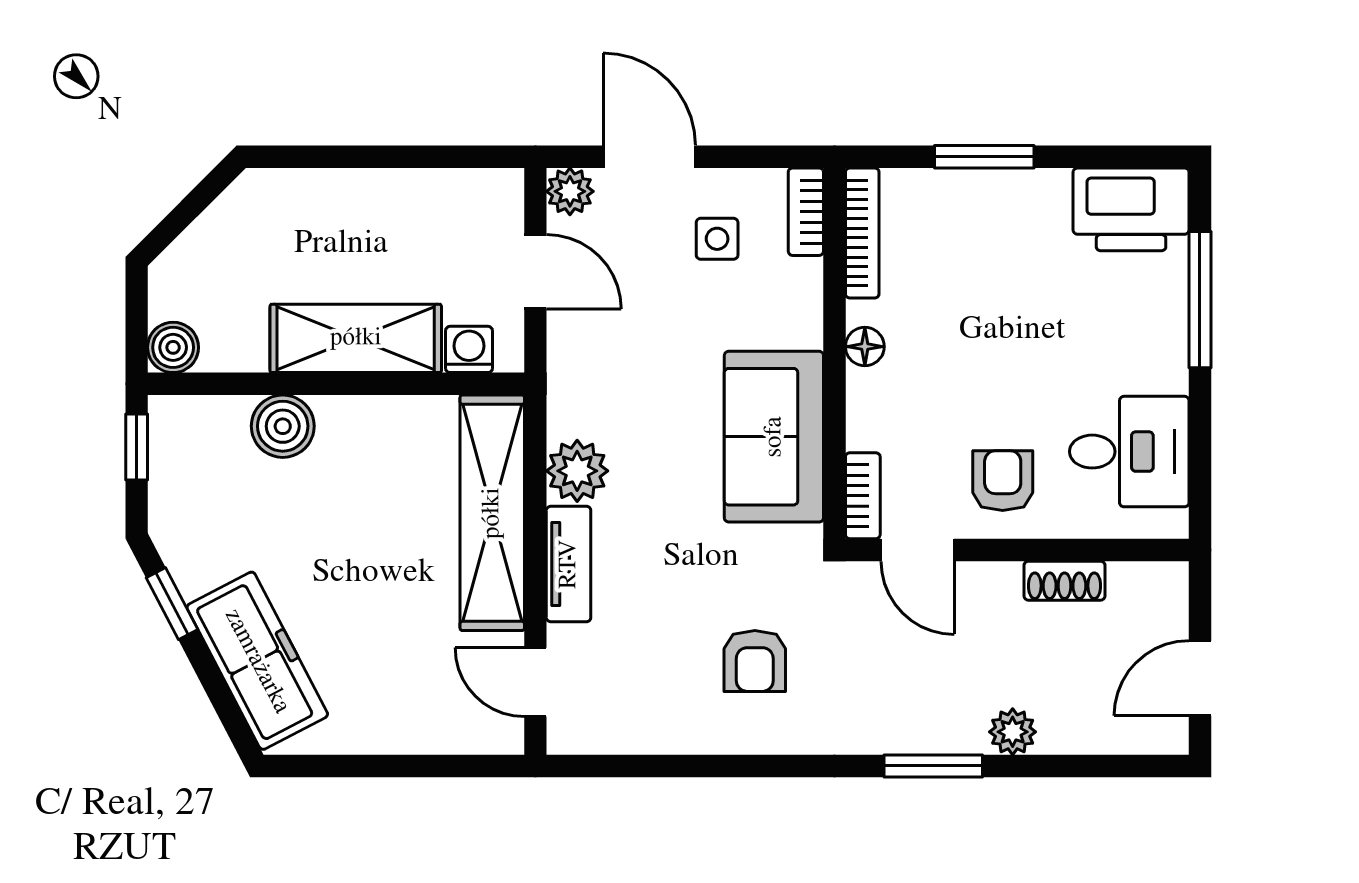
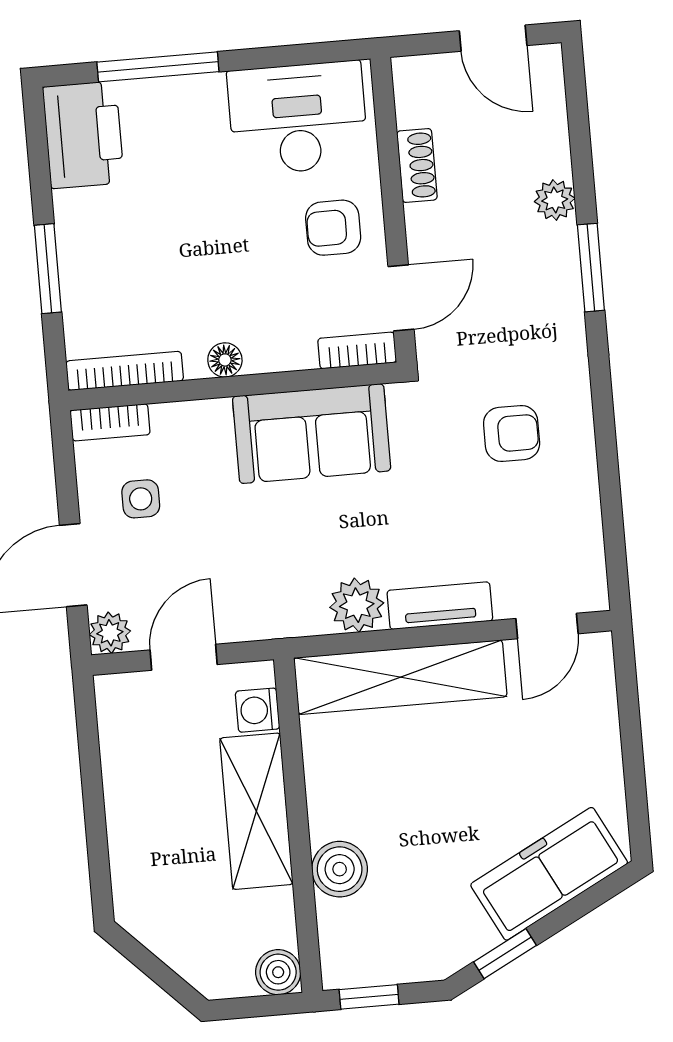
desk: (1129, 452) -> (298, 118), width x1.37

